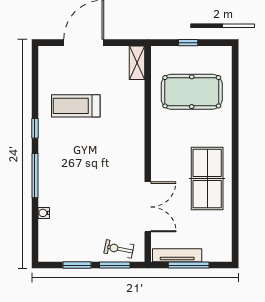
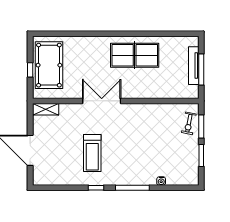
pool table: (192, 92) -> (49, 65), moved
treadmill: (76, 106) -> (92, 153), moved
double door: (148, 207) -> (102, 101), moved
tv unit: (177, 255) -> (194, 66), moved

